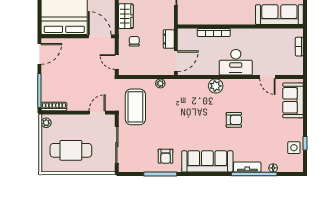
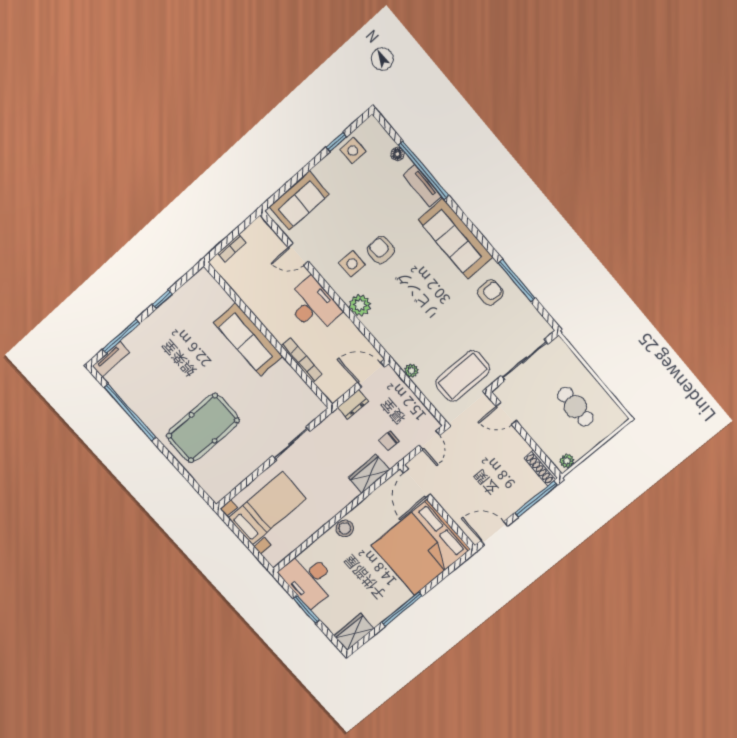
sofa: (279, 15) -> (248, 339), moved
door: (267, 77) -> (298, 254), swing flipped
side table: (239, 100) -> (352, 264), added
cafe table: (71, 150) -> (575, 407), width x0.73, depth x0.74

